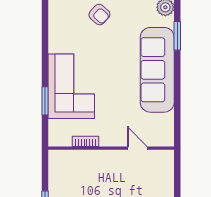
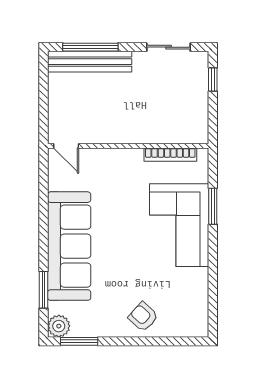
bookcase: (86, 141) -> (170, 155), width x1.56
door: (137, 148) -> (66, 146), moved

